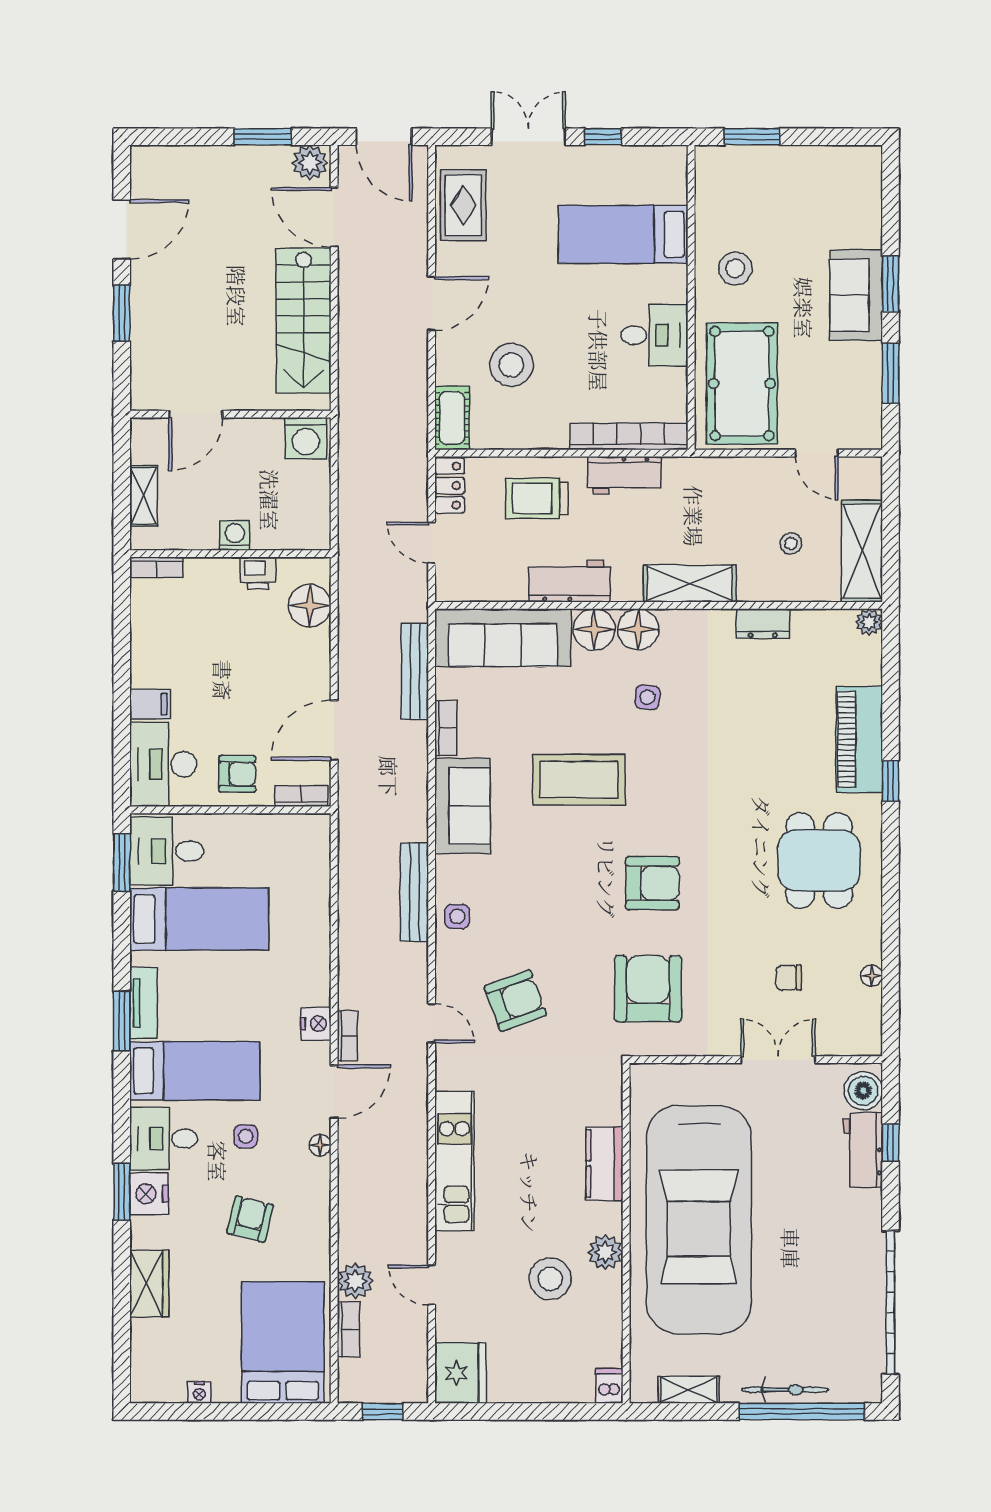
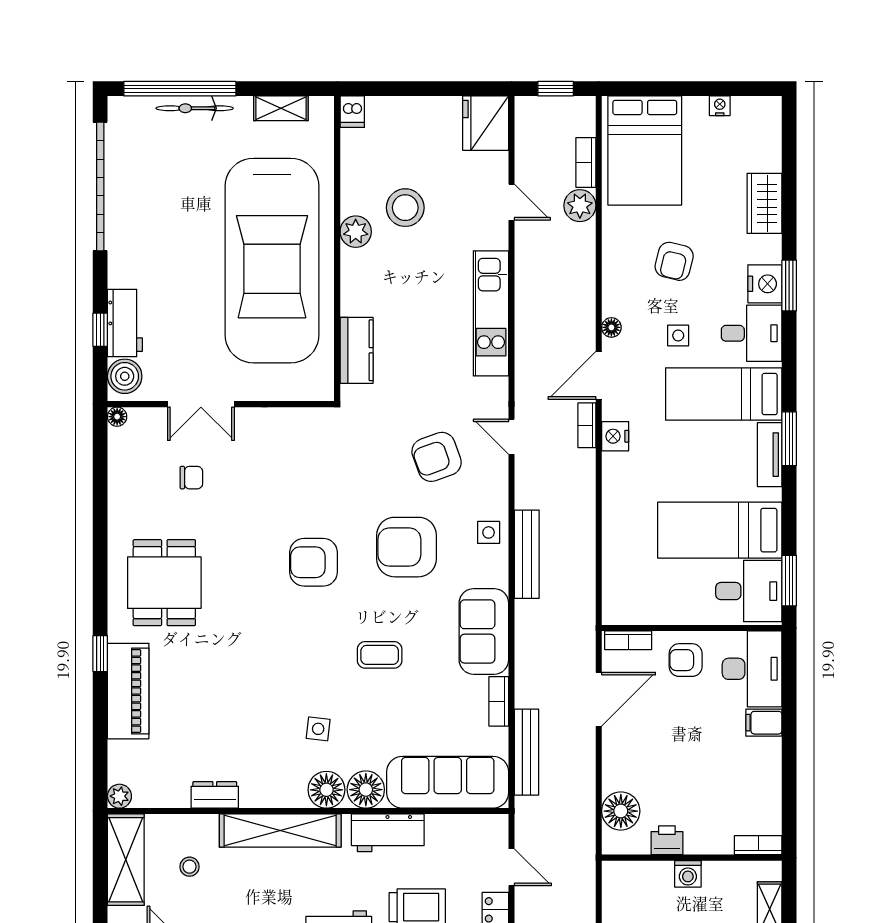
shelving: (690, 584) -> (280, 831), width x1.47
coffee table: (579, 780) -> (380, 655), width x0.54, depth x0.58
floor lamp: (872, 976) -> (117, 417), moved
armchair: (648, 989) -> (407, 547), moved, turned 90
kitchen counter: (605, 1164) -> (357, 350), moved
car: (699, 1220) -> (272, 261), turned 180

